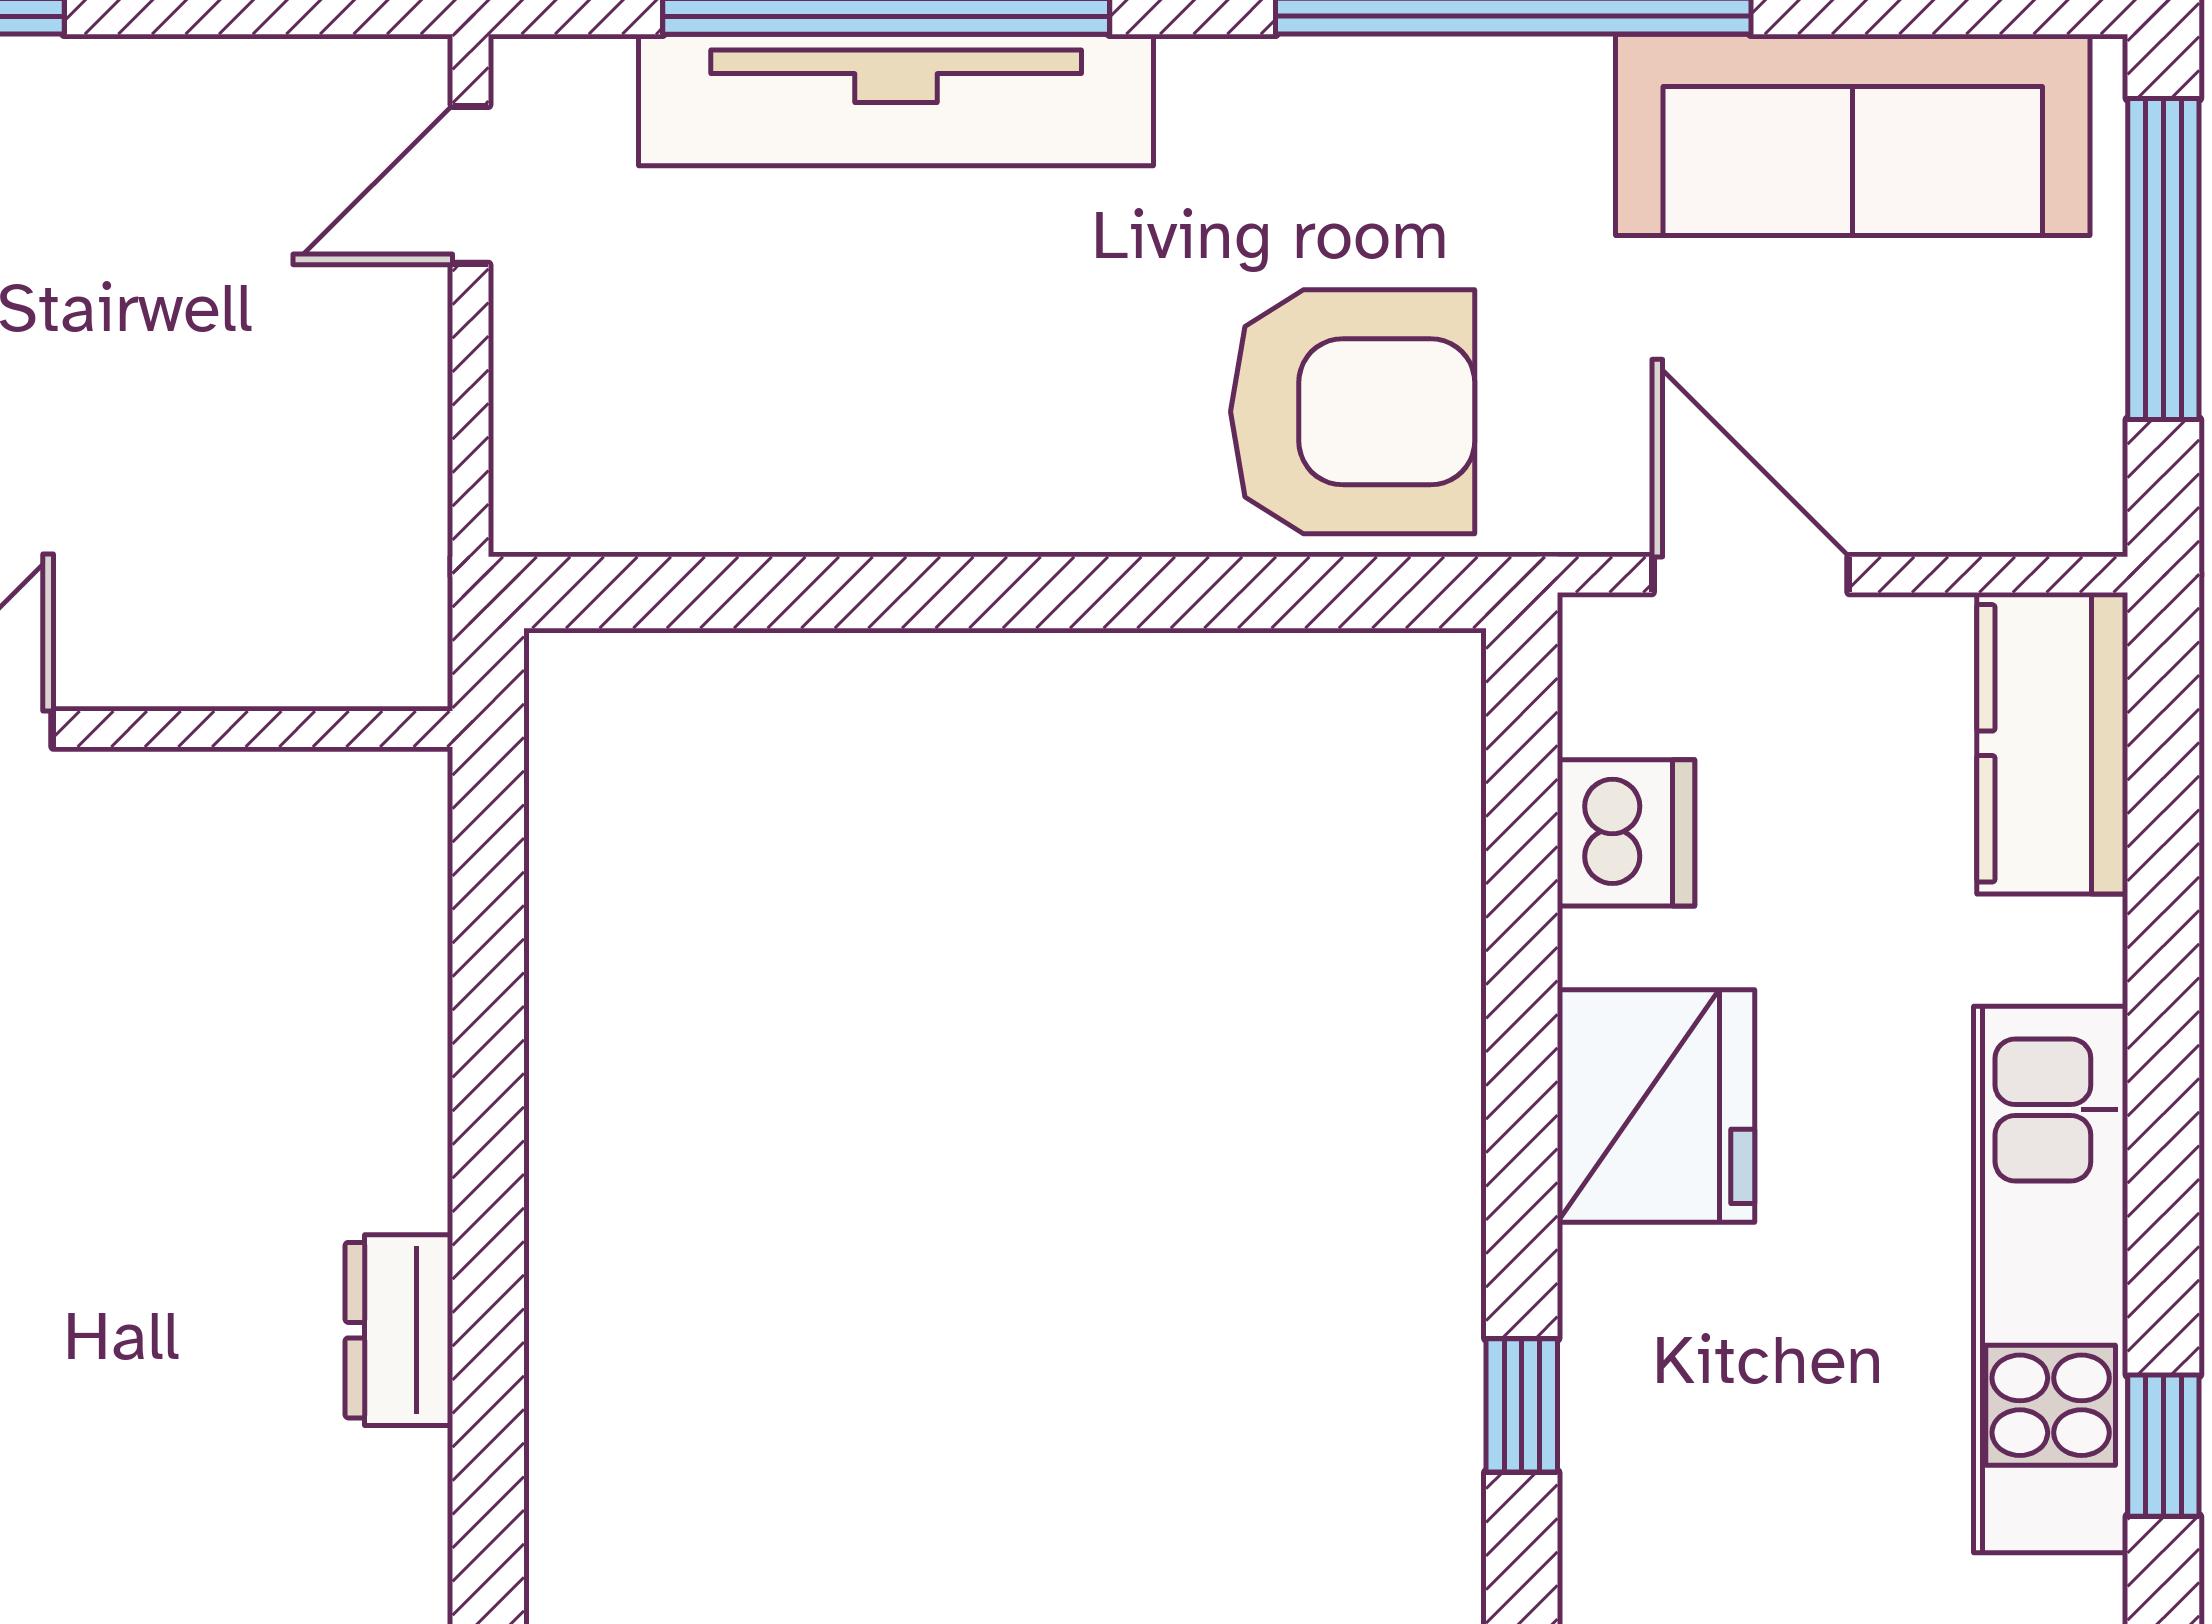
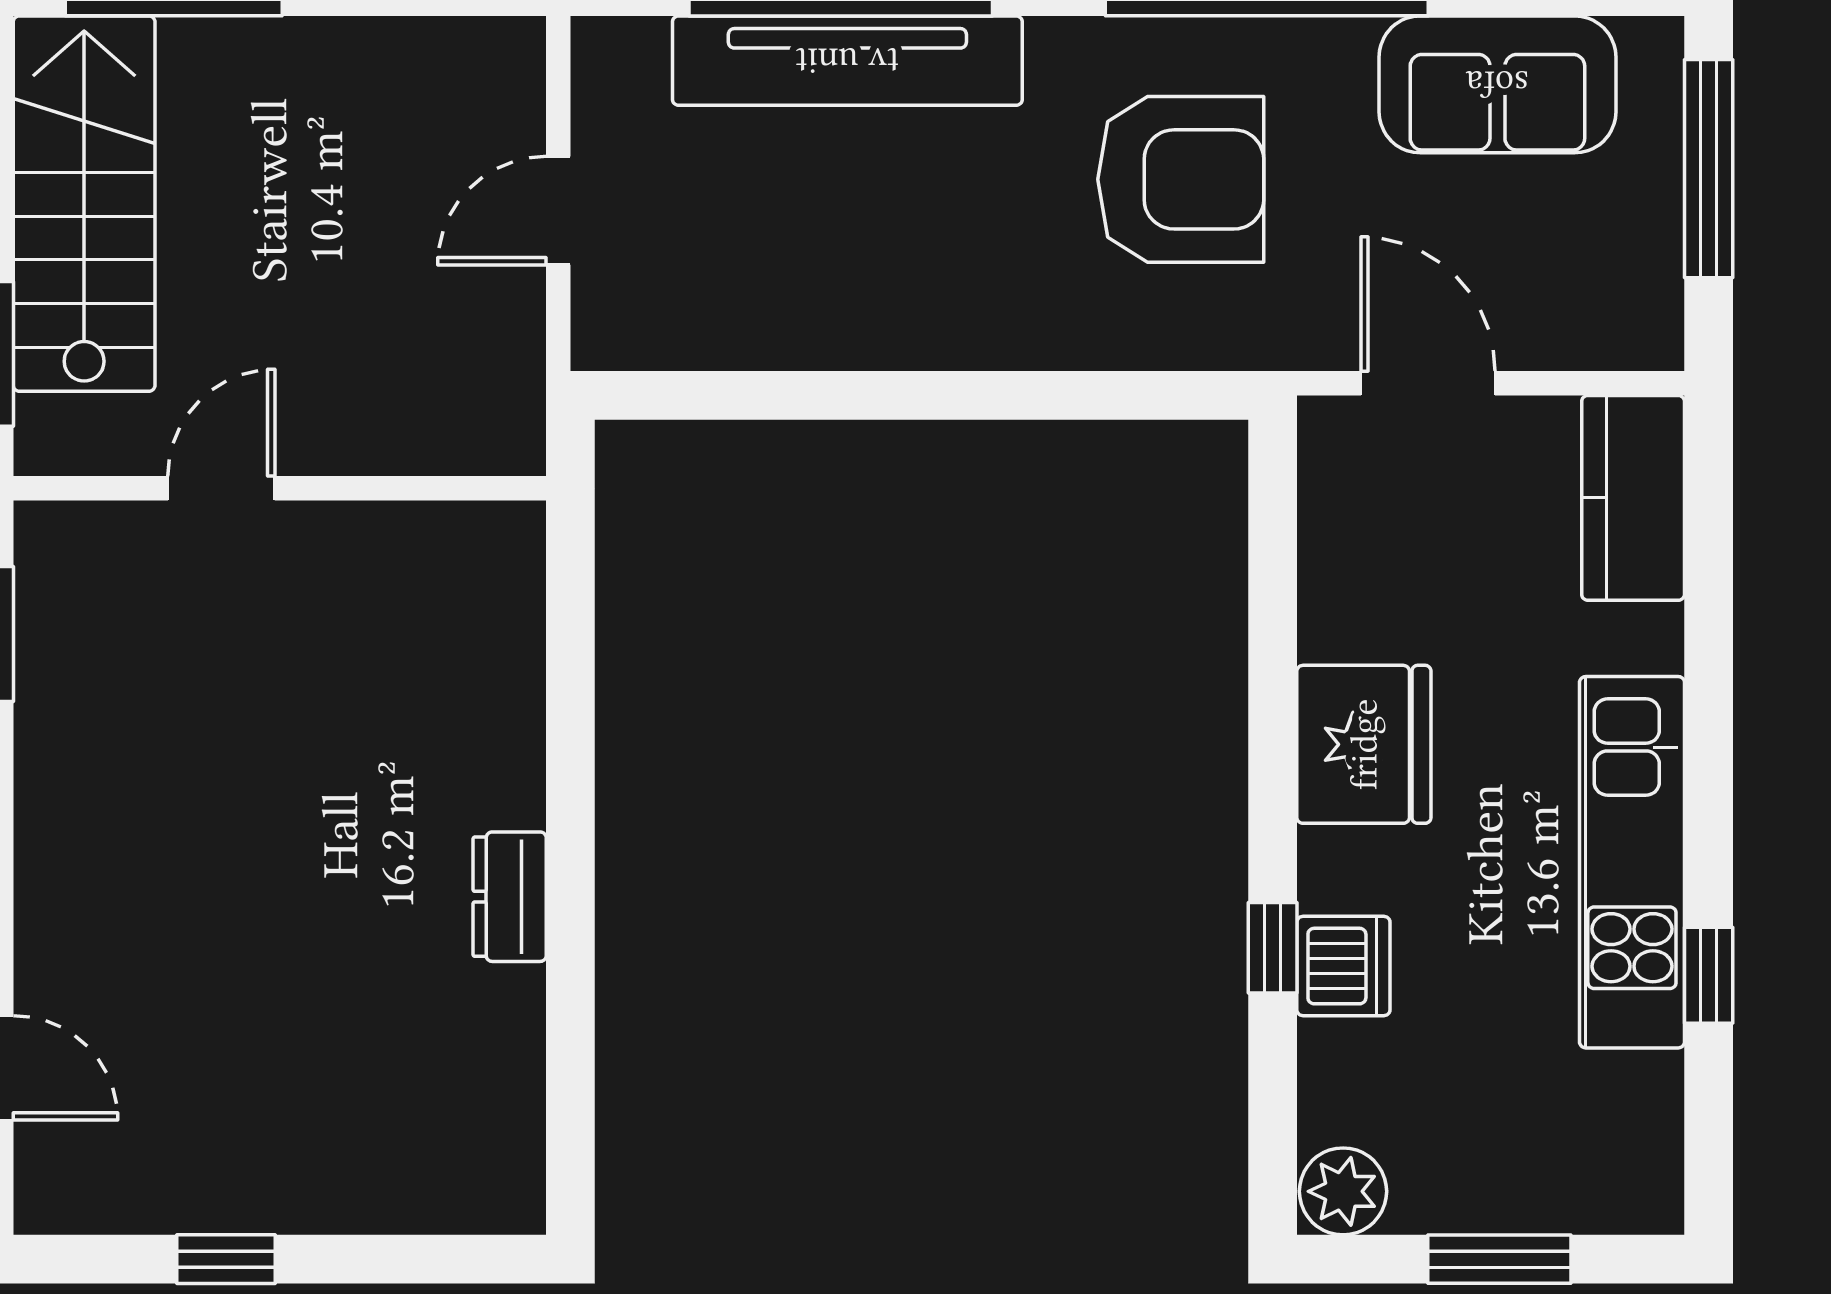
sofa: (1853, 135) -> (1497, 84), width x0.73
door: (471, 185) -> (558, 211), moved
armchair: (1353, 412) -> (1181, 179), moved
dishwasher: (1626, 833) -> (1343, 966), moved

